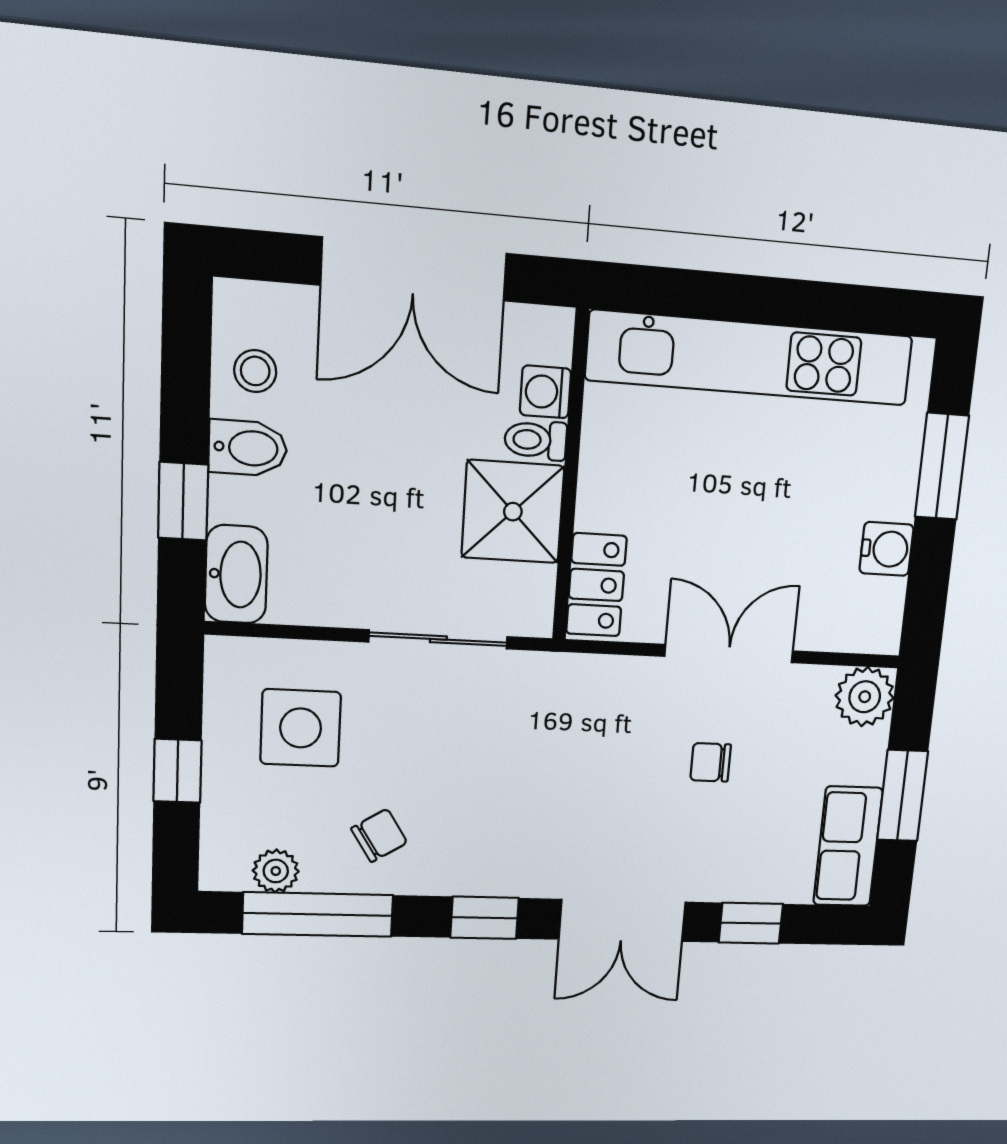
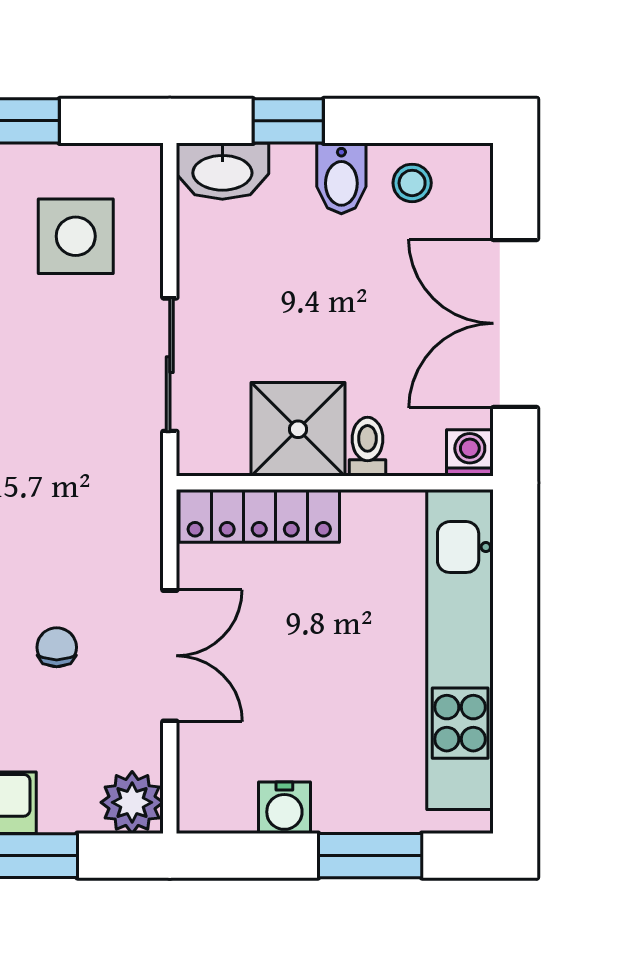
washing machine: (545, 392) -> (470, 453), moved
locker: (596, 585) -> (259, 516), width x1.53

